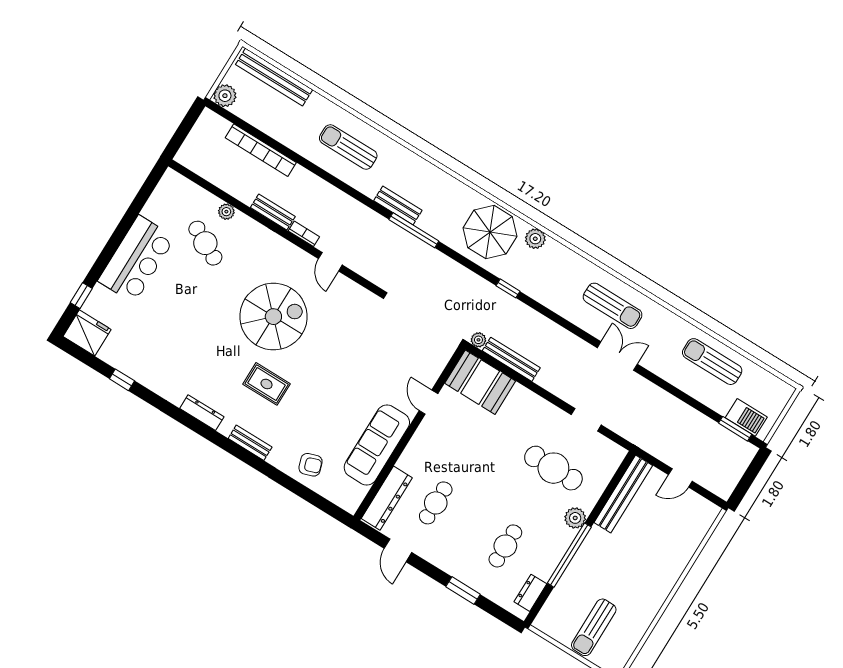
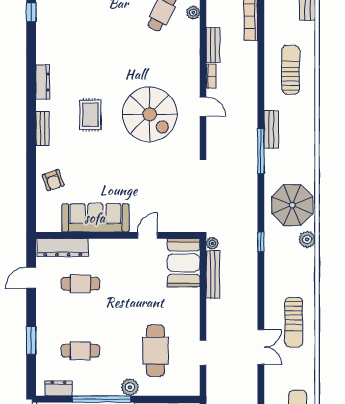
door: (330, 262) -> (203, 107), swing flipped
spiral stairs: (273, 317) -> (150, 114), moved

